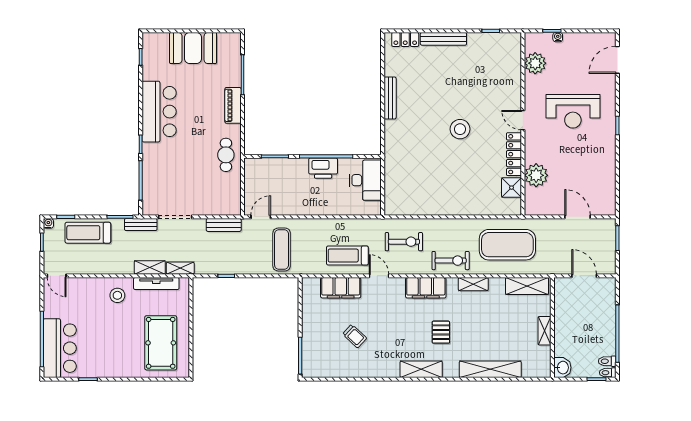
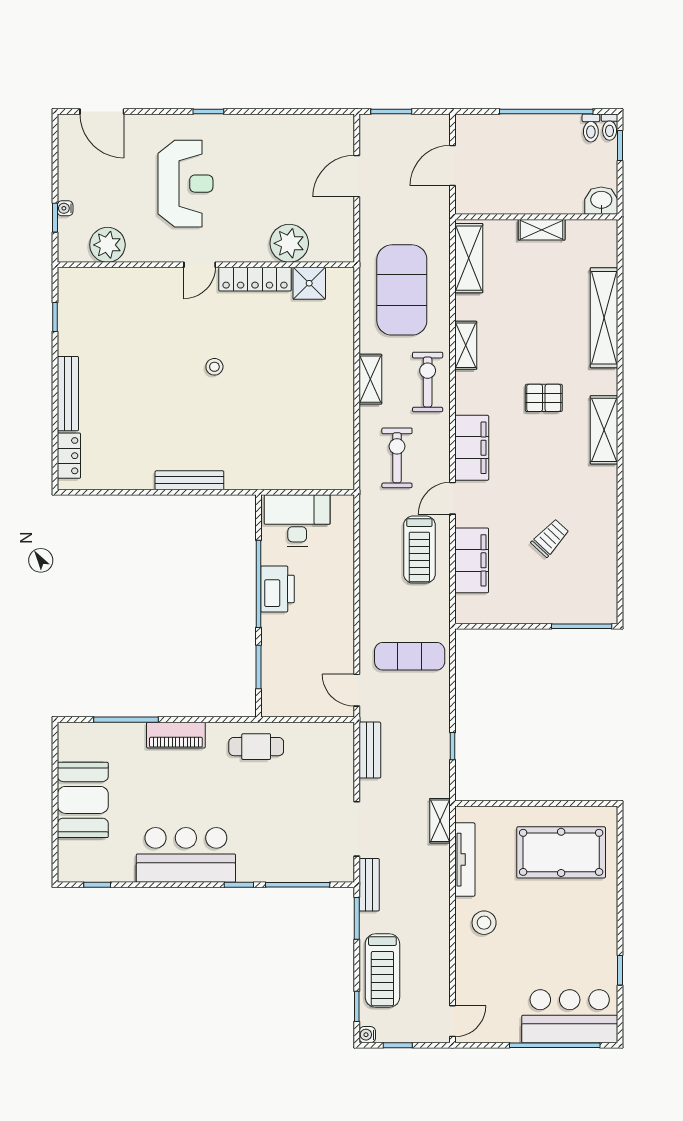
bench: (390, 98) -> (189, 480), moved
stool: (460, 129) -> (214, 367), width x0.53, depth x0.53
shelving: (150, 267) -> (370, 379), moved
filing cabinet: (426, 288) -> (472, 448), moved

